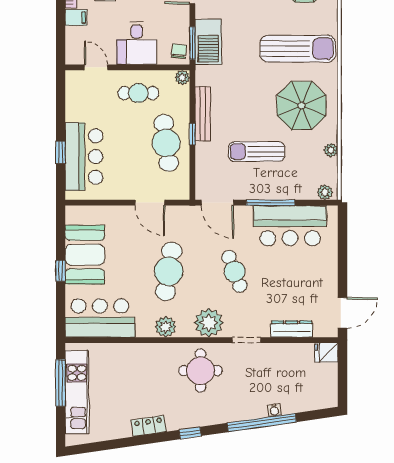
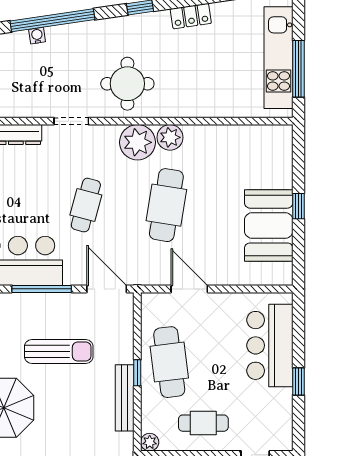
window: (61, 152) -> (298, 382), moved
cafe table: (234, 271) -> (86, 205), turned 36
bar counter: (100, 318) -> (250, 148), removed
plant: (209, 323) -> (138, 142), moved

